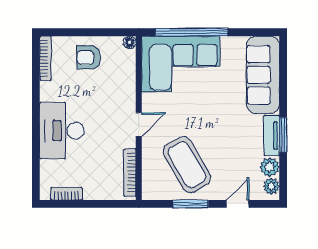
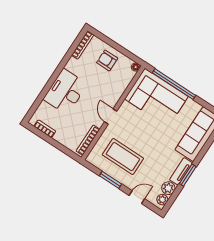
door: (139, 125) -> (111, 116), swing flipped
coffee table: (187, 165) -> (123, 157), turned -60

